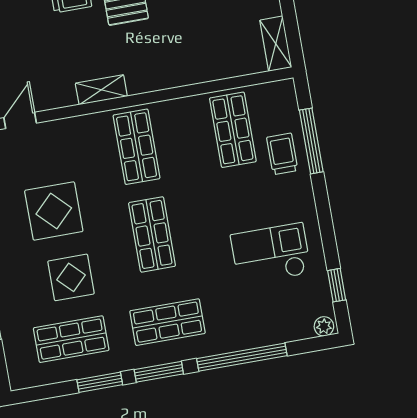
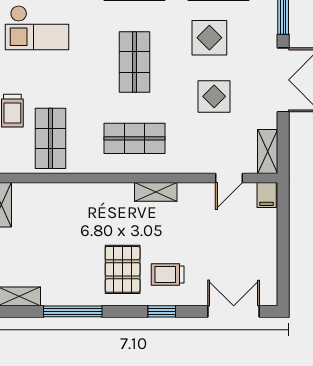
shop shelf: (137, 147) -> (134, 138), turned 90
display table: (54, 211) -> (214, 96), width x0.73, depth x0.73

